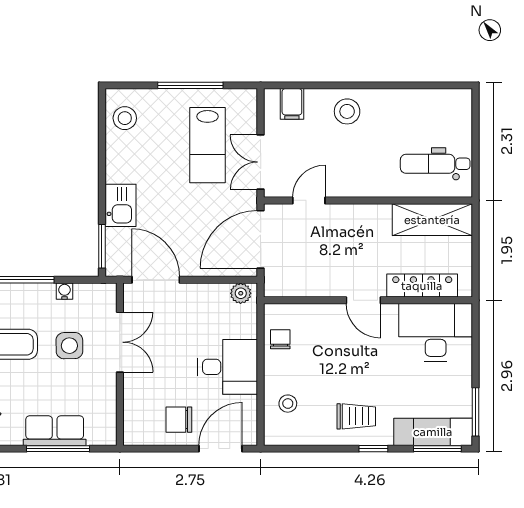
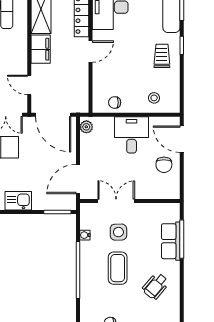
kitchen sink: (120, 205) -> (18, 201), moved
filing cabinet: (367, 219) -> (41, 49), added

